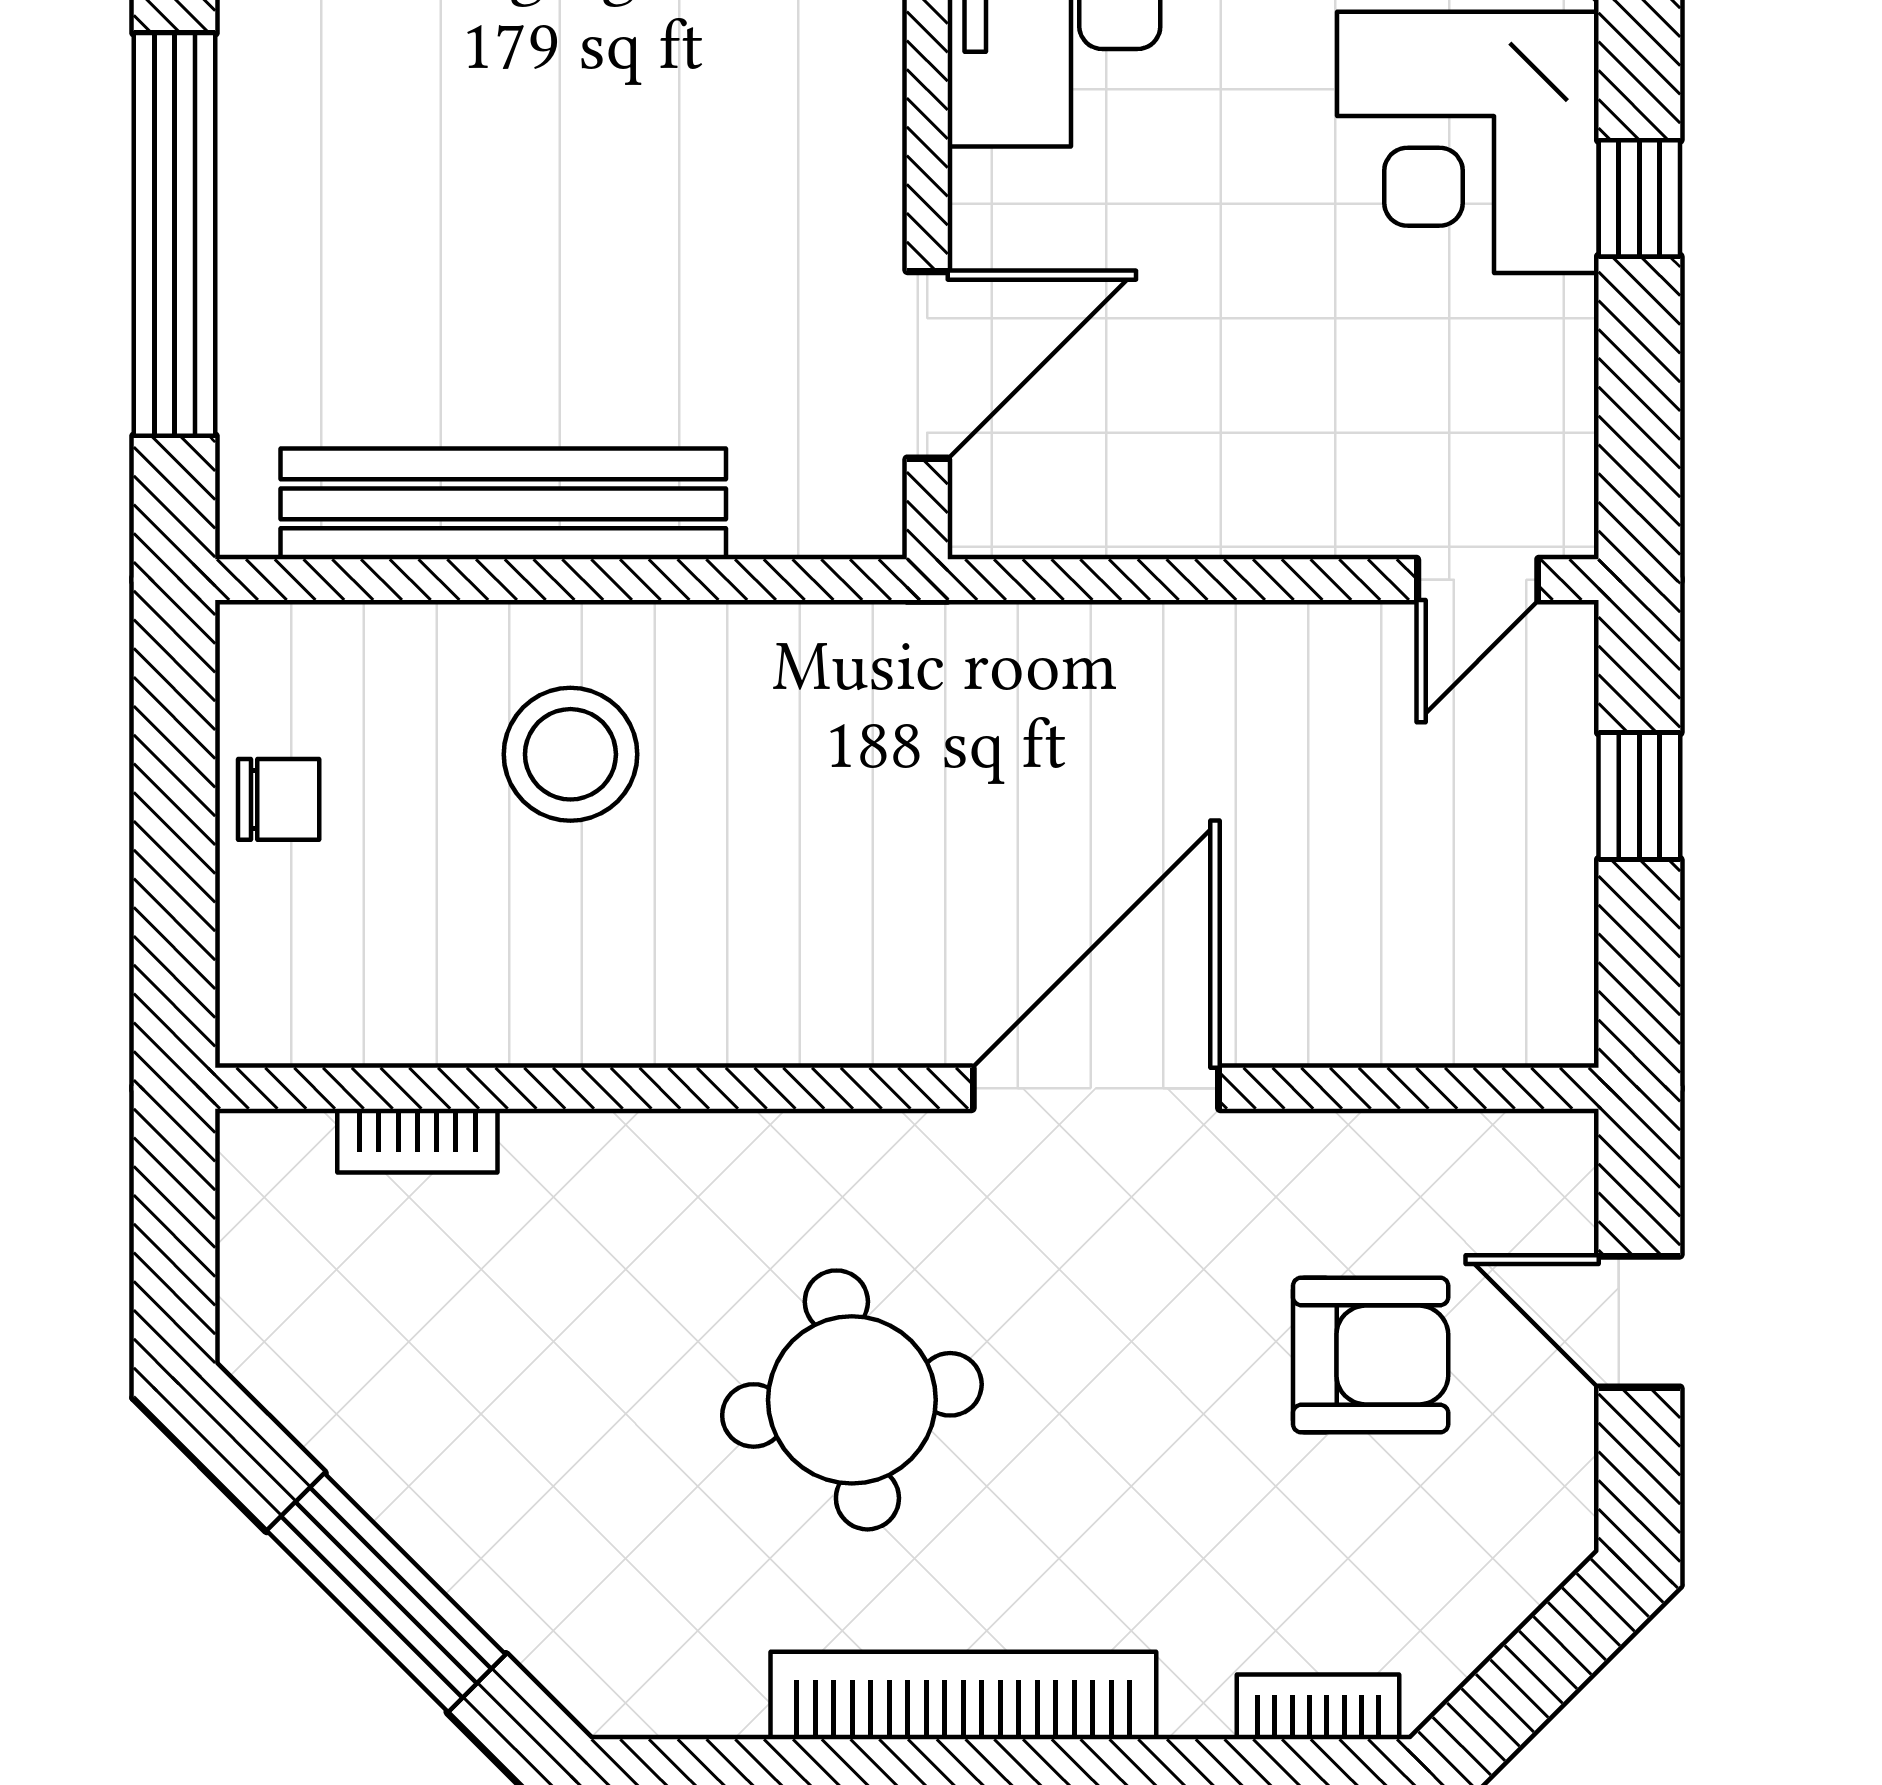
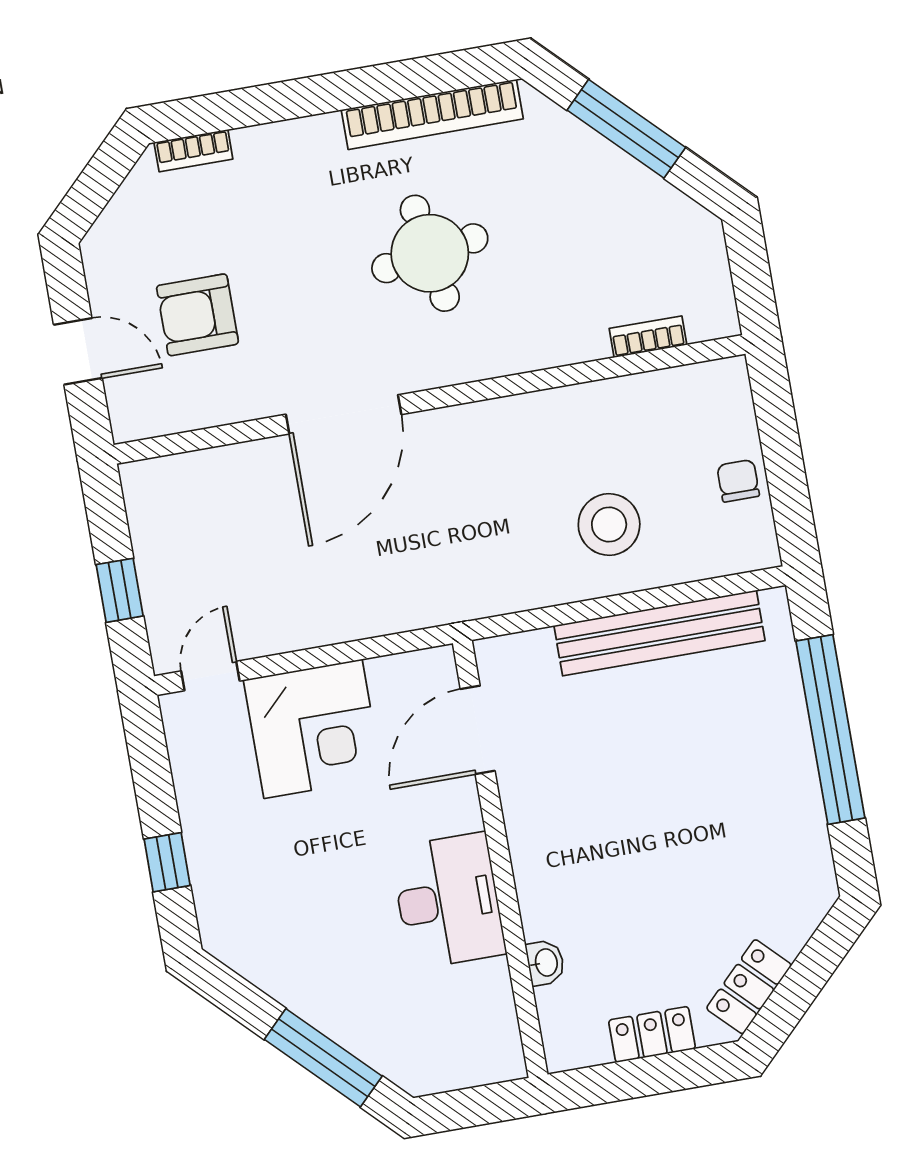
corner desk: (1468, 142) -> (313, 729), moved, turned 90
chair: (279, 799) -> (738, 481), turned 90
bookcase: (963, 1695) -> (432, 114), moved

